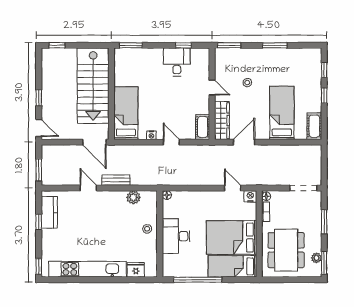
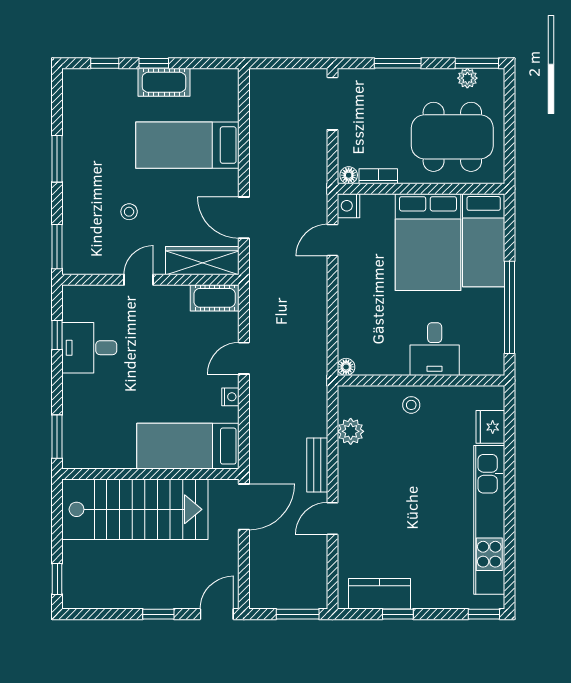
cot: (314, 126) -> (164, 82), moved
desk: (176, 236) -> (435, 349), width x0.73

